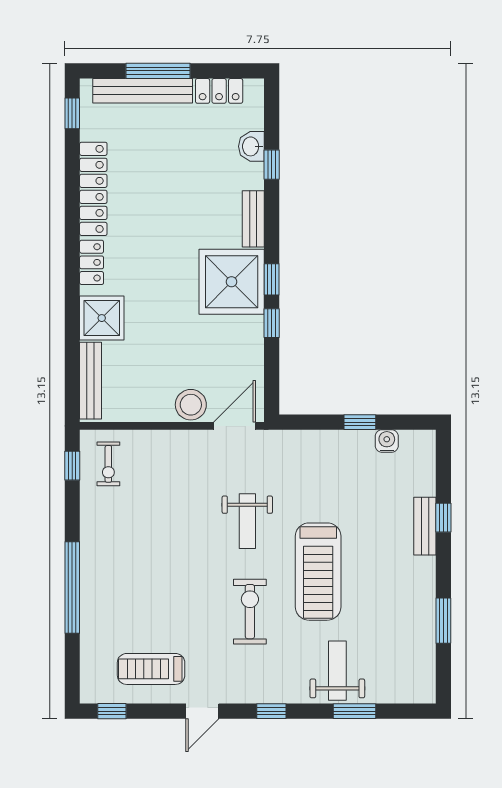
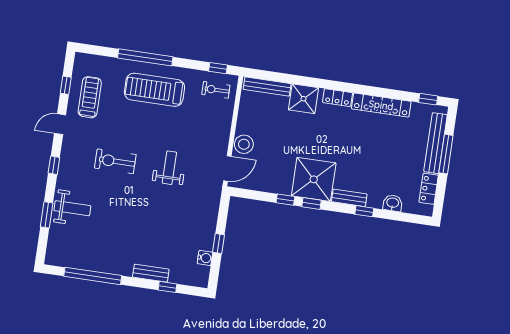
window: (272, 165) -> (364, 211), moved
door: (235, 426) -> (227, 168), hinge flipped
window: (443, 518) -> (167, 287), moved
weight bench: (247, 521) -> (169, 168), turned 90
treadmill: (318, 572) -> (154, 90), moved
exercise bike: (250, 612) -> (115, 161), turned 180
window: (443, 621) -> (93, 276), width x2.11
window: (112, 711) -> (66, 85), moved
door: (202, 711) -> (60, 124), hinge flipped

